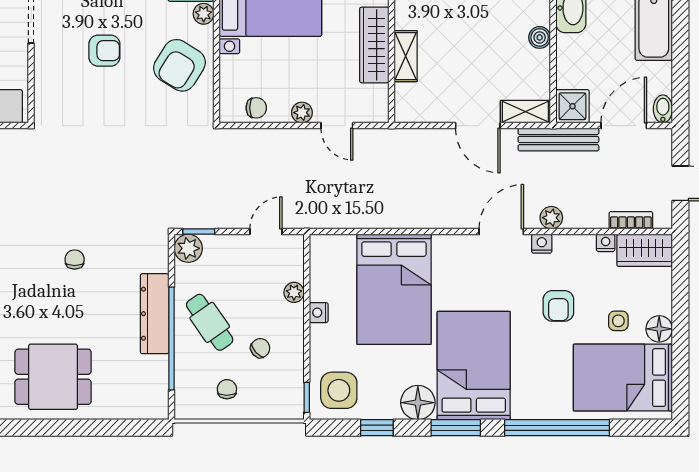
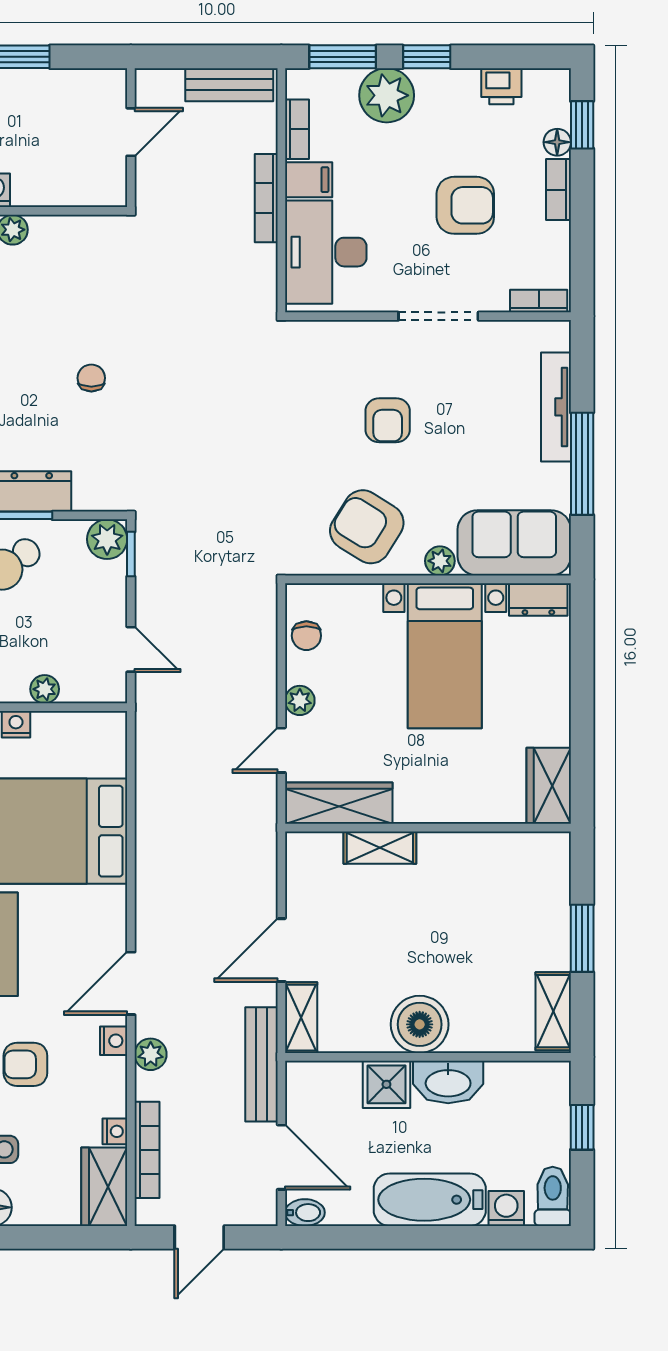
boiler: (540, 37) -> (420, 1024), width x1.86, depth x1.86
wardrobe: (374, 45) -> (339, 803), moved
shower: (572, 106) -> (386, 1084), moved
bookcase: (631, 220) -> (147, 1150), width x1.56
door: (501, 232) -> (131, 983), swing flipped
chair: (75, 259) -> (91, 378), turned -90

